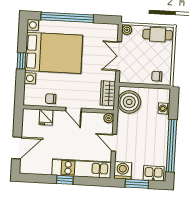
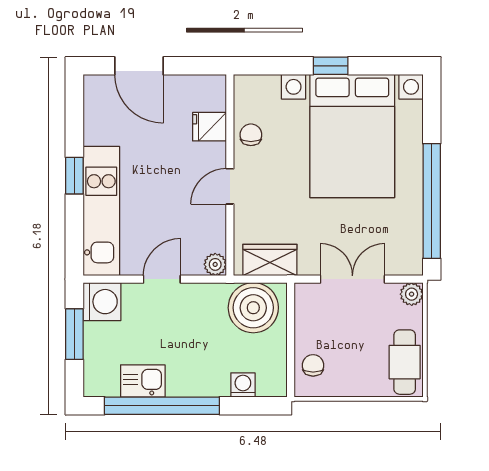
window: (67, 17) -> (432, 201), moved
kitchen sink: (154, 173) -> (143, 381), moved, turned -90

